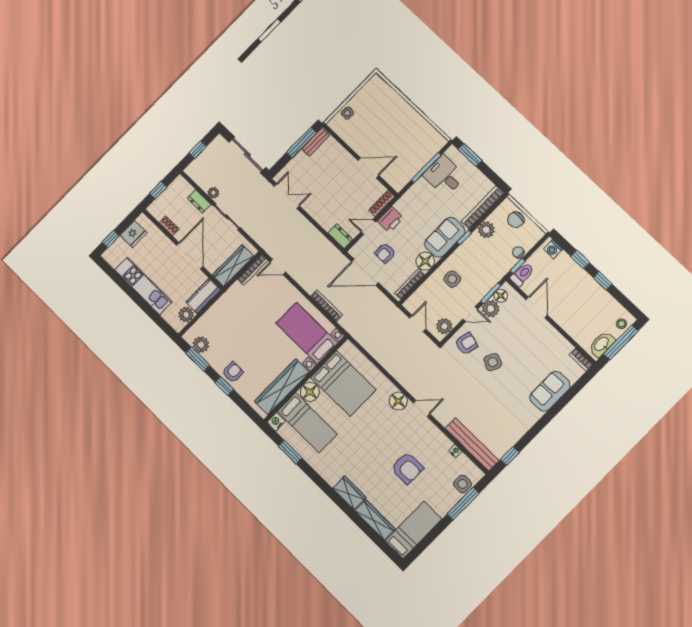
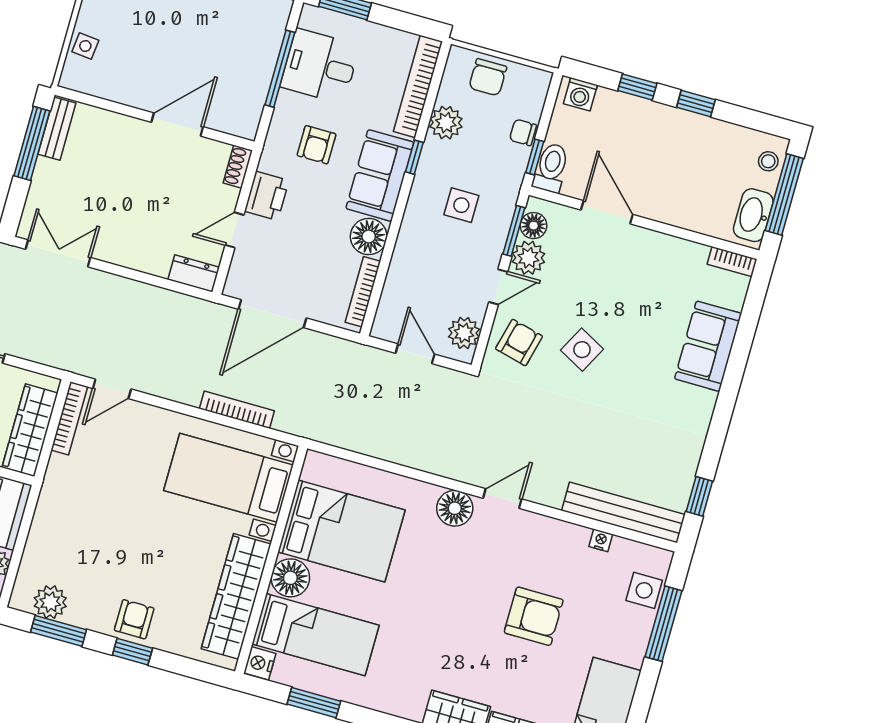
shoe rack: (382, 203) -> (238, 167), width x0.70
armchair: (385, 253) -> (317, 145), moved
side table: (452, 279) -> (461, 205), moved

